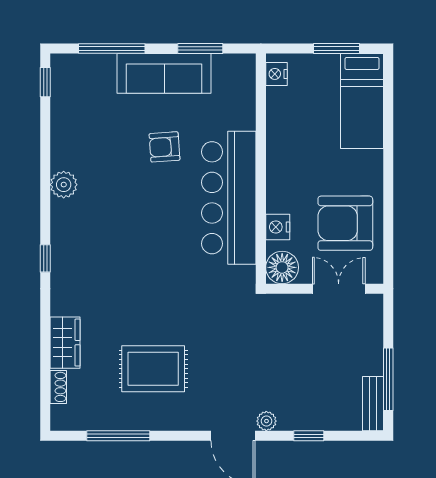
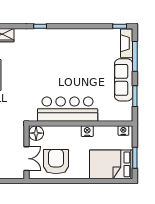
fireplace: (83, 67) -> (127, 43), added
bed: (362, 101) -> (111, 164), width x1.50
armchair: (164, 147) -> (90, 80), removed
plant: (64, 185) -> (73, 35), removed
nightstand: (278, 227) -> (87, 131), moved

